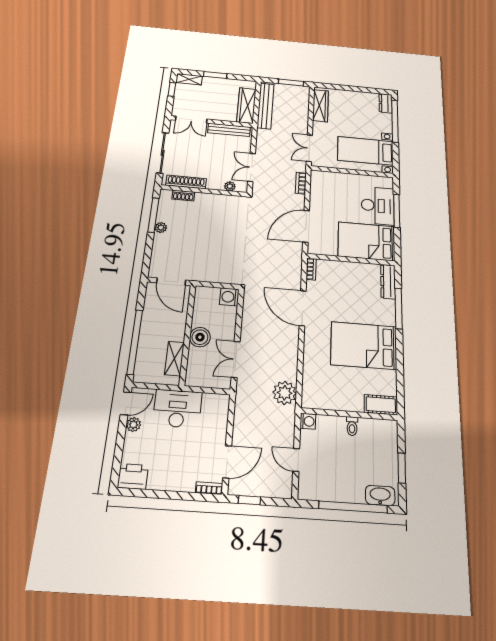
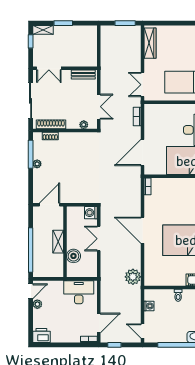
wardrobe: (246, 105) -> (91, 50), removed
bench: (266, 106) -> (106, 48), removed
bench: (229, 130) -> (83, 75), width x0.73
double door: (252, 167) -> (99, 107), swing flipped
door: (171, 281) -> (49, 205), swing flipped
door: (303, 308) -> (142, 230), moved
boiler: (200, 337) -> (73, 256), moved
shelving: (174, 359) -> (58, 242), moved
double door: (236, 359) -> (99, 239), moved
desk: (177, 409) -> (79, 292), moved
washing machine: (308, 421) -> (149, 306), moved
door: (296, 460) -> (142, 331), moved

